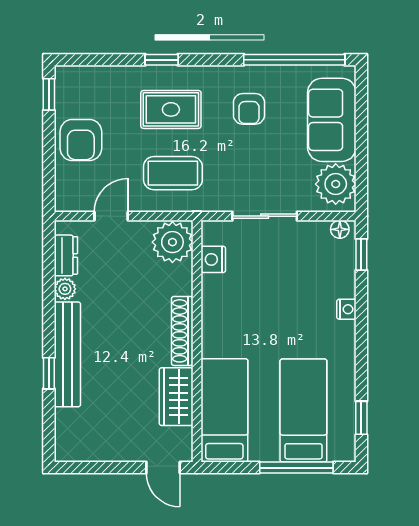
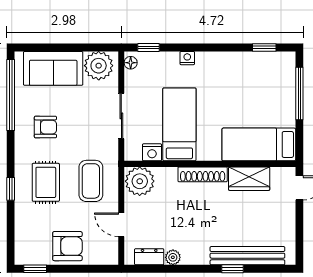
bench: (67, 354) -> (247, 256), moved
bed: (303, 410) -> (179, 124), moved, turned 90

